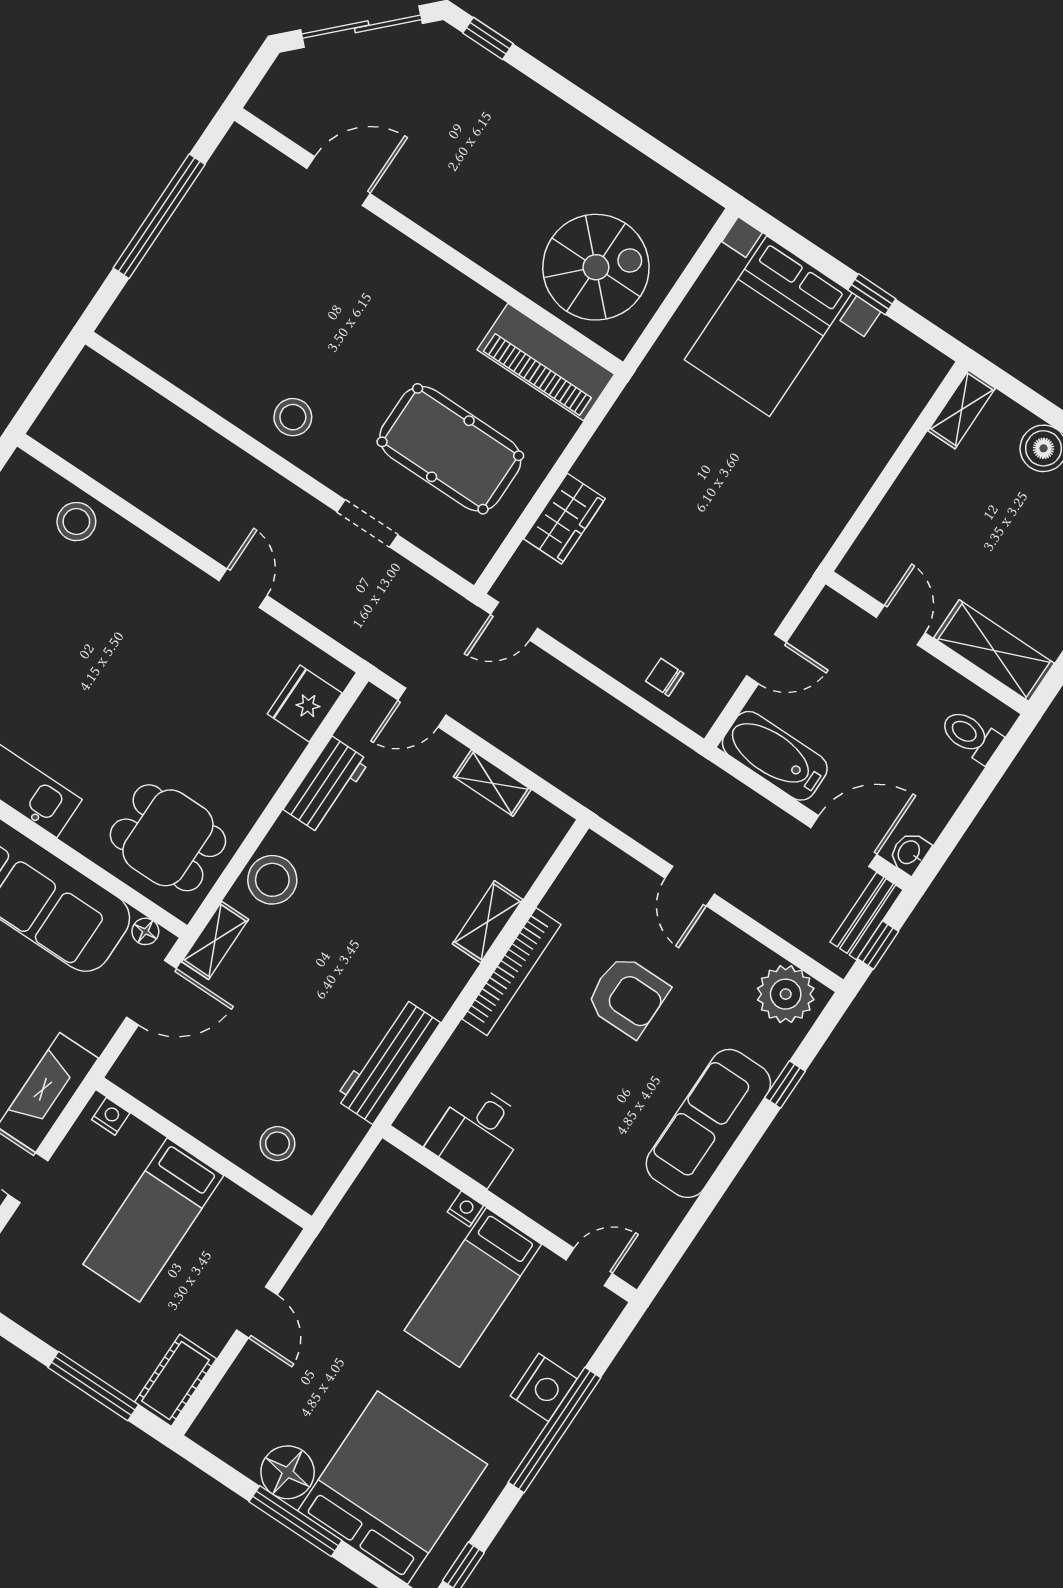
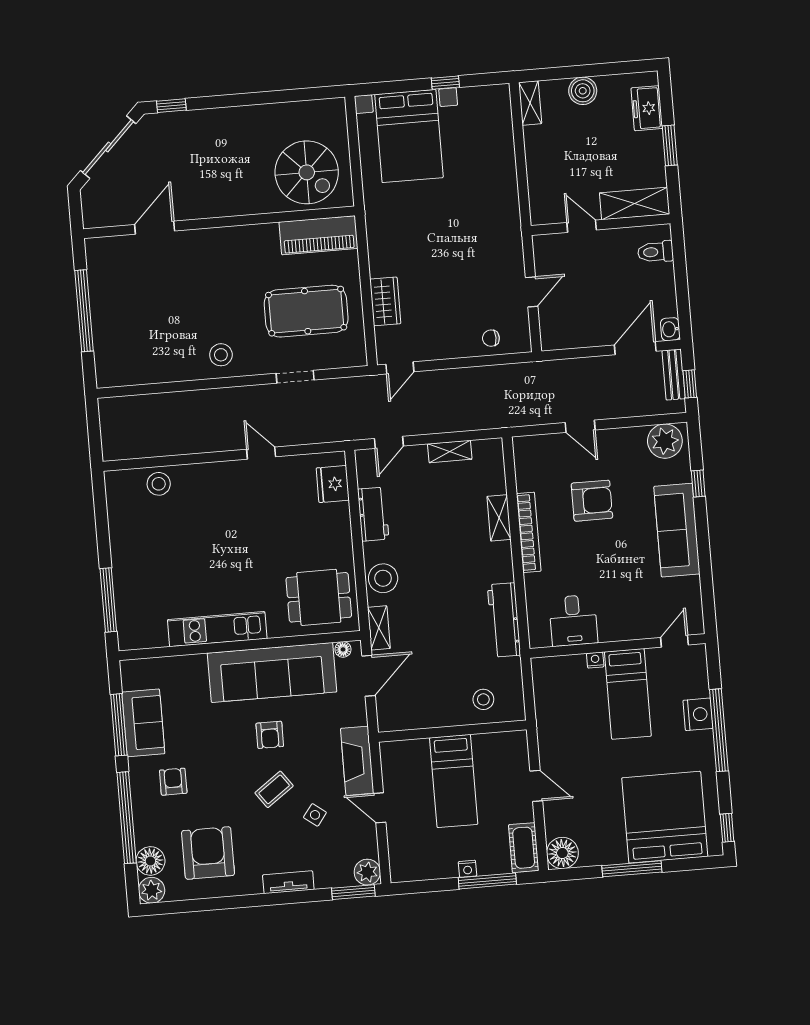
spiral stairs: (596, 267) -> (307, 172), turned 90
bathtub: (775, 756) -> (571, 334), removed
nightstand: (111, 1116) -> (468, 869), moved, turned 180
floor lamp: (288, 1472) -> (562, 853), moved

